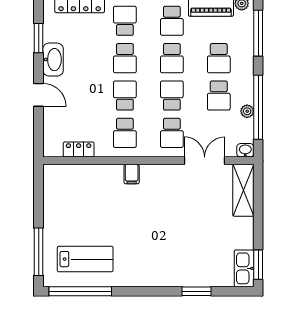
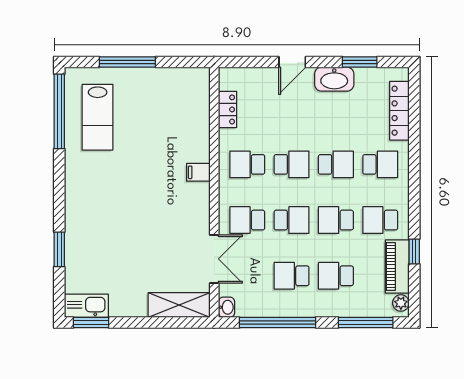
school desk: (125, 58) -> (336, 164), turned 180
plant: (247, 111) -> (273, 309), removed
window: (39, 252) -> (127, 62), moved

